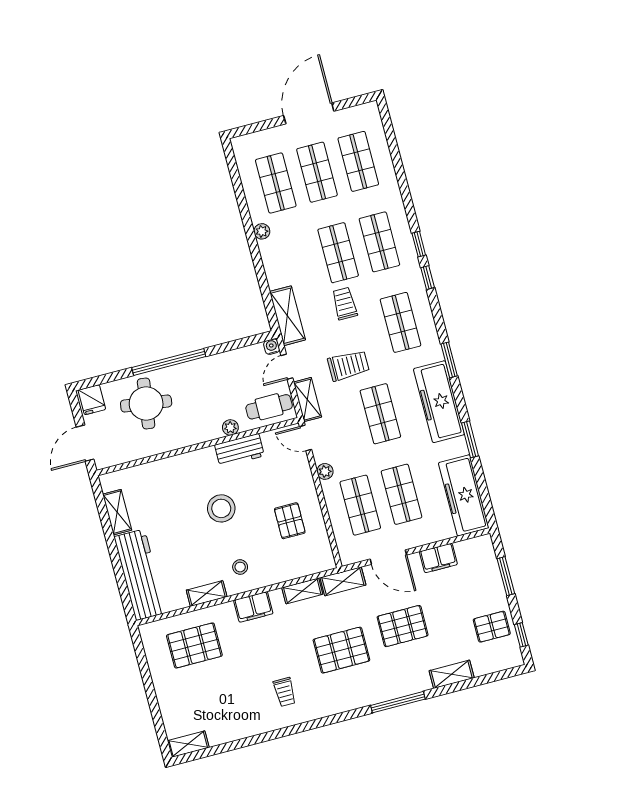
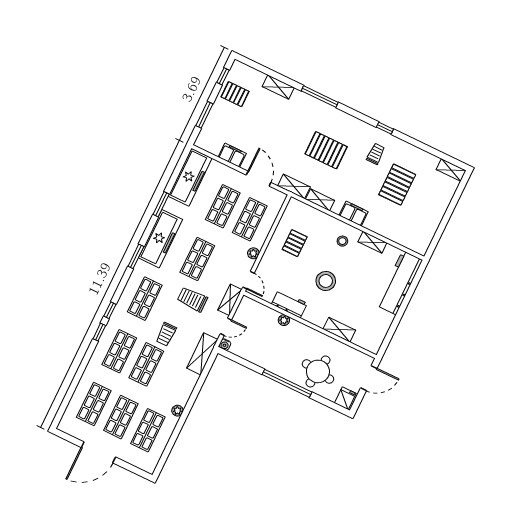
cafe table: (269, 407) -> (254, 314), removed
shelving: (117, 512) -> (339, 330), moved, turned 90
pallet: (403, 626) -> (282, 135), removed
pallet: (194, 645) -> (397, 185), moved, turned 90
window: (298, 728) -> (385, 128), added

